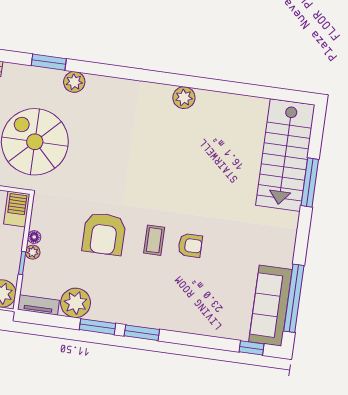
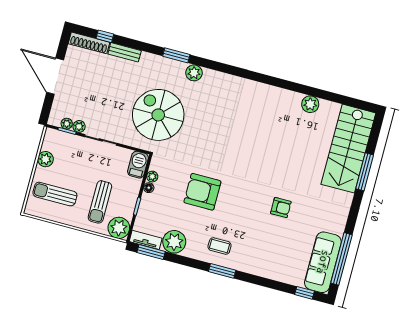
plant: (184, 98) -> (310, 104), moved
armchair: (104, 234) -> (202, 192), turned 90
coffee table: (154, 240) -> (220, 246), moved, turned 90
armchair: (190, 245) -> (281, 208), moved
plant: (33, 252) -> (152, 177), moved
window: (98, 327) -> (151, 252), moved

